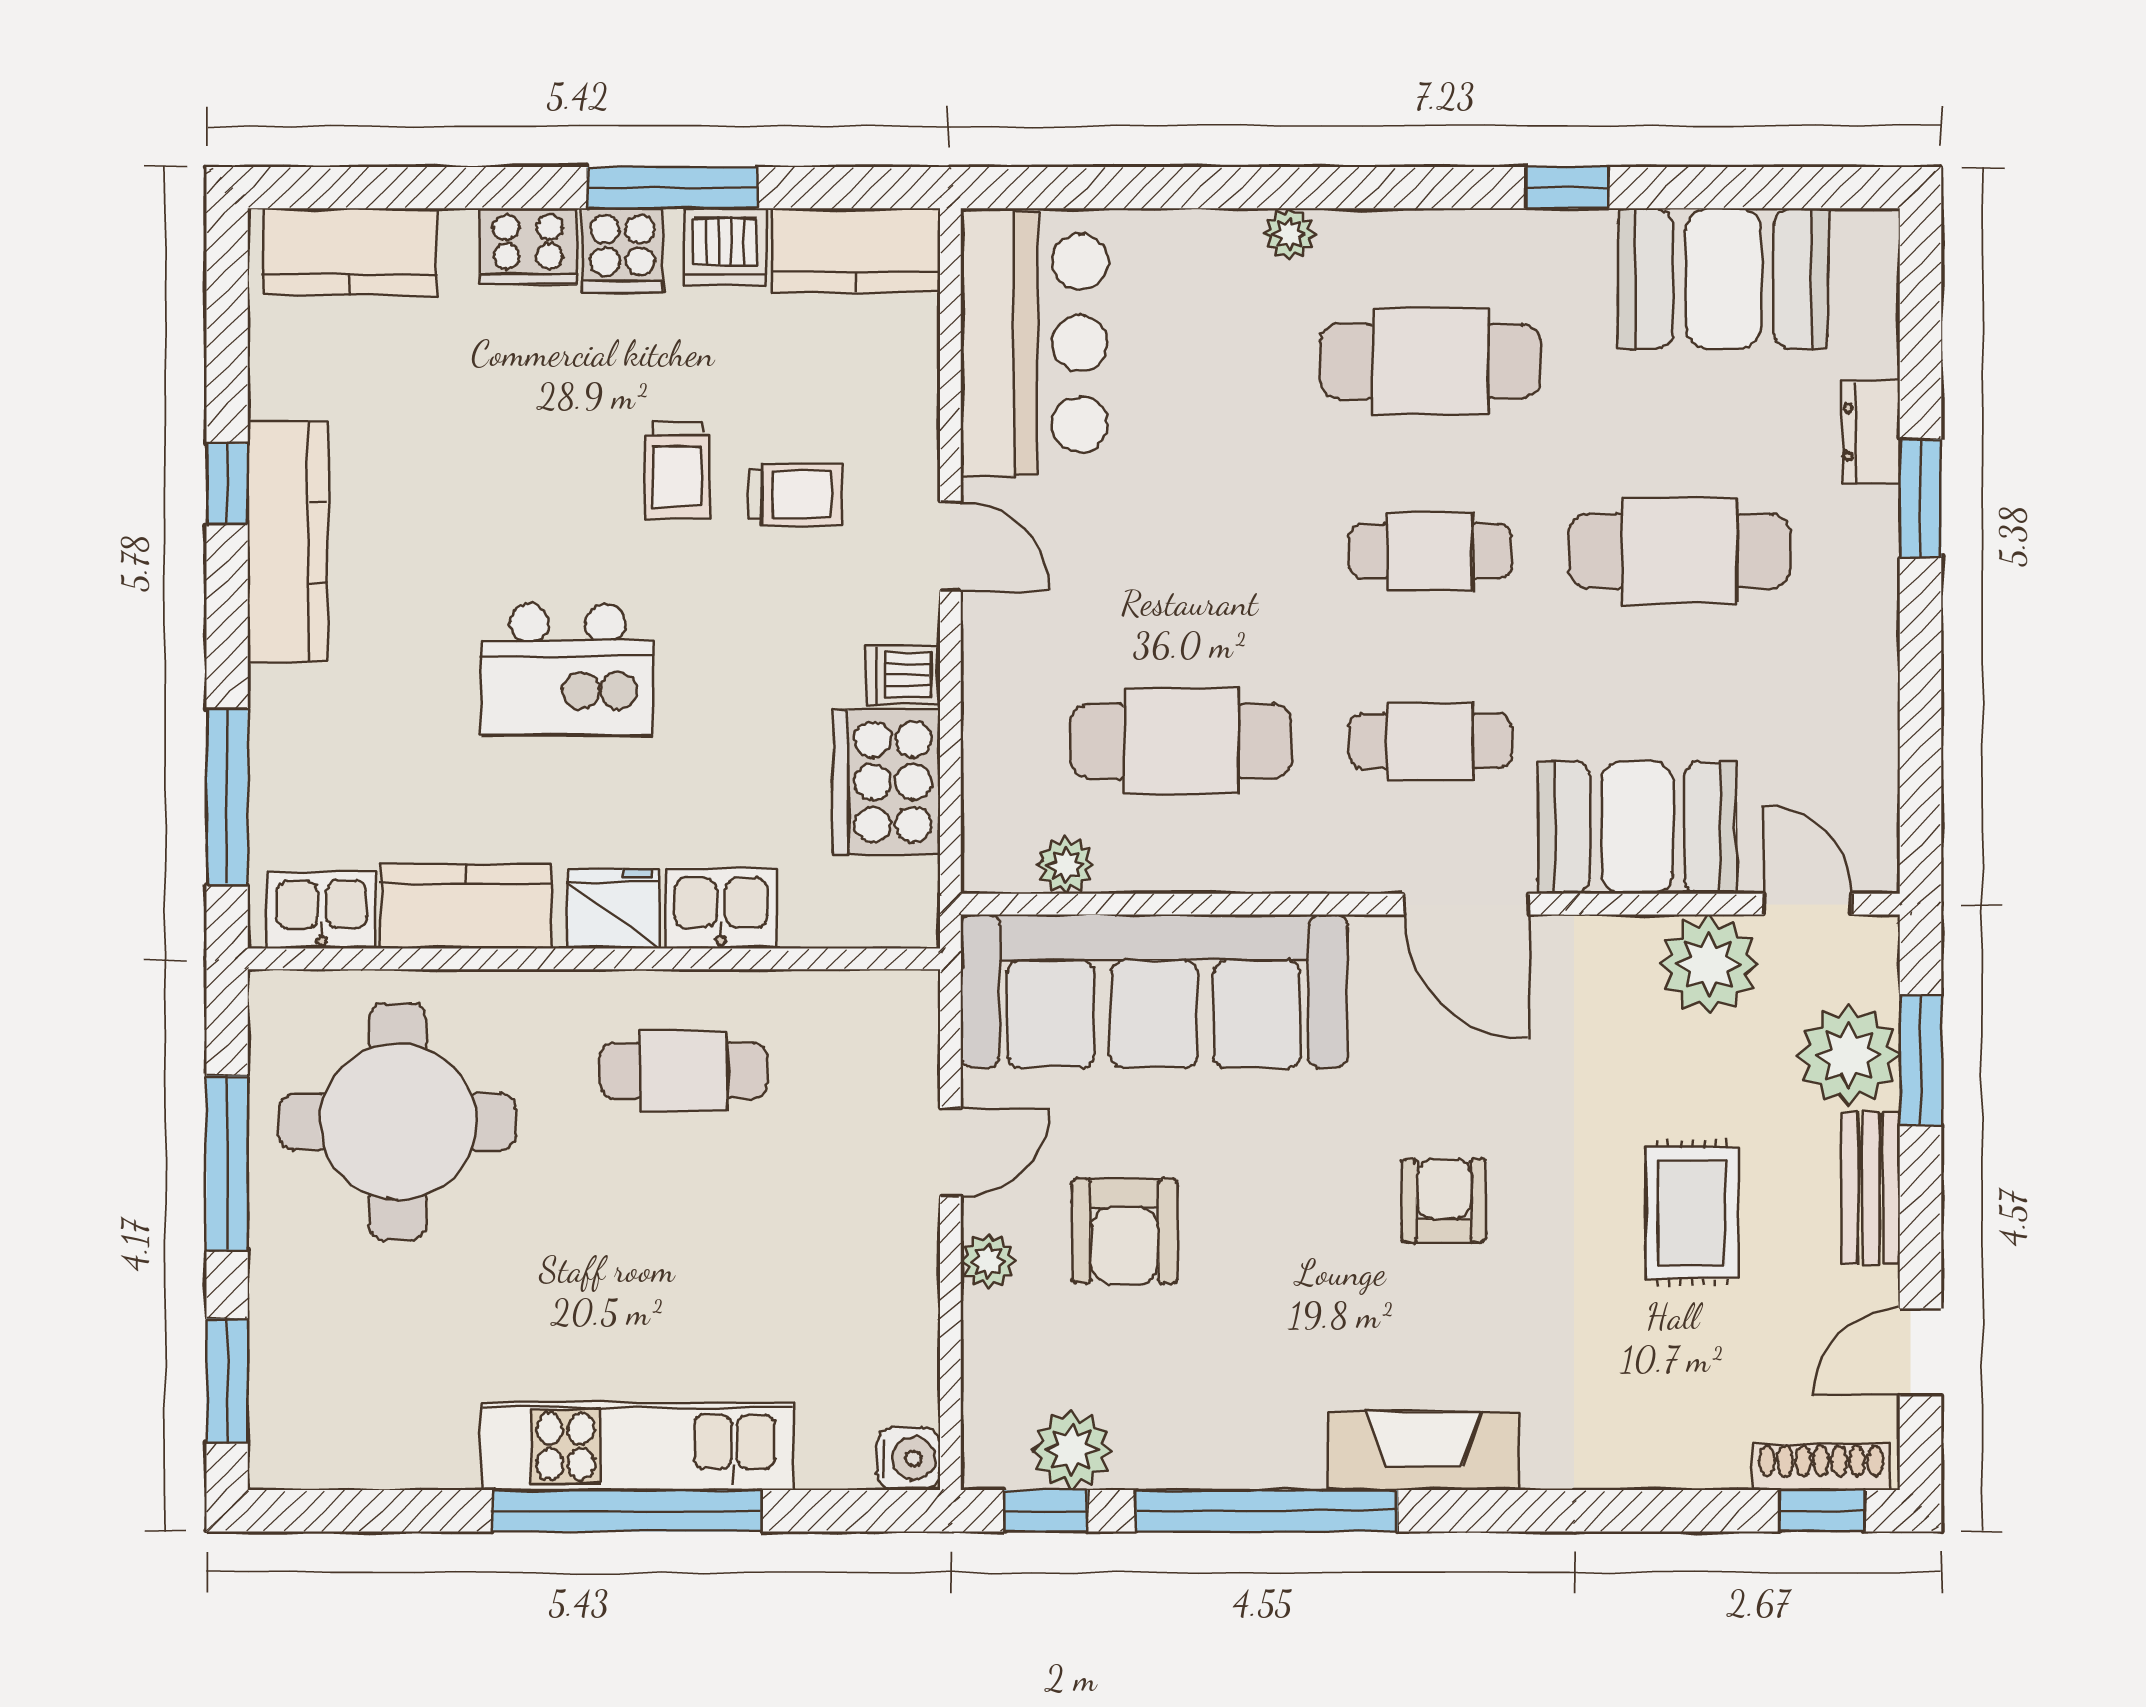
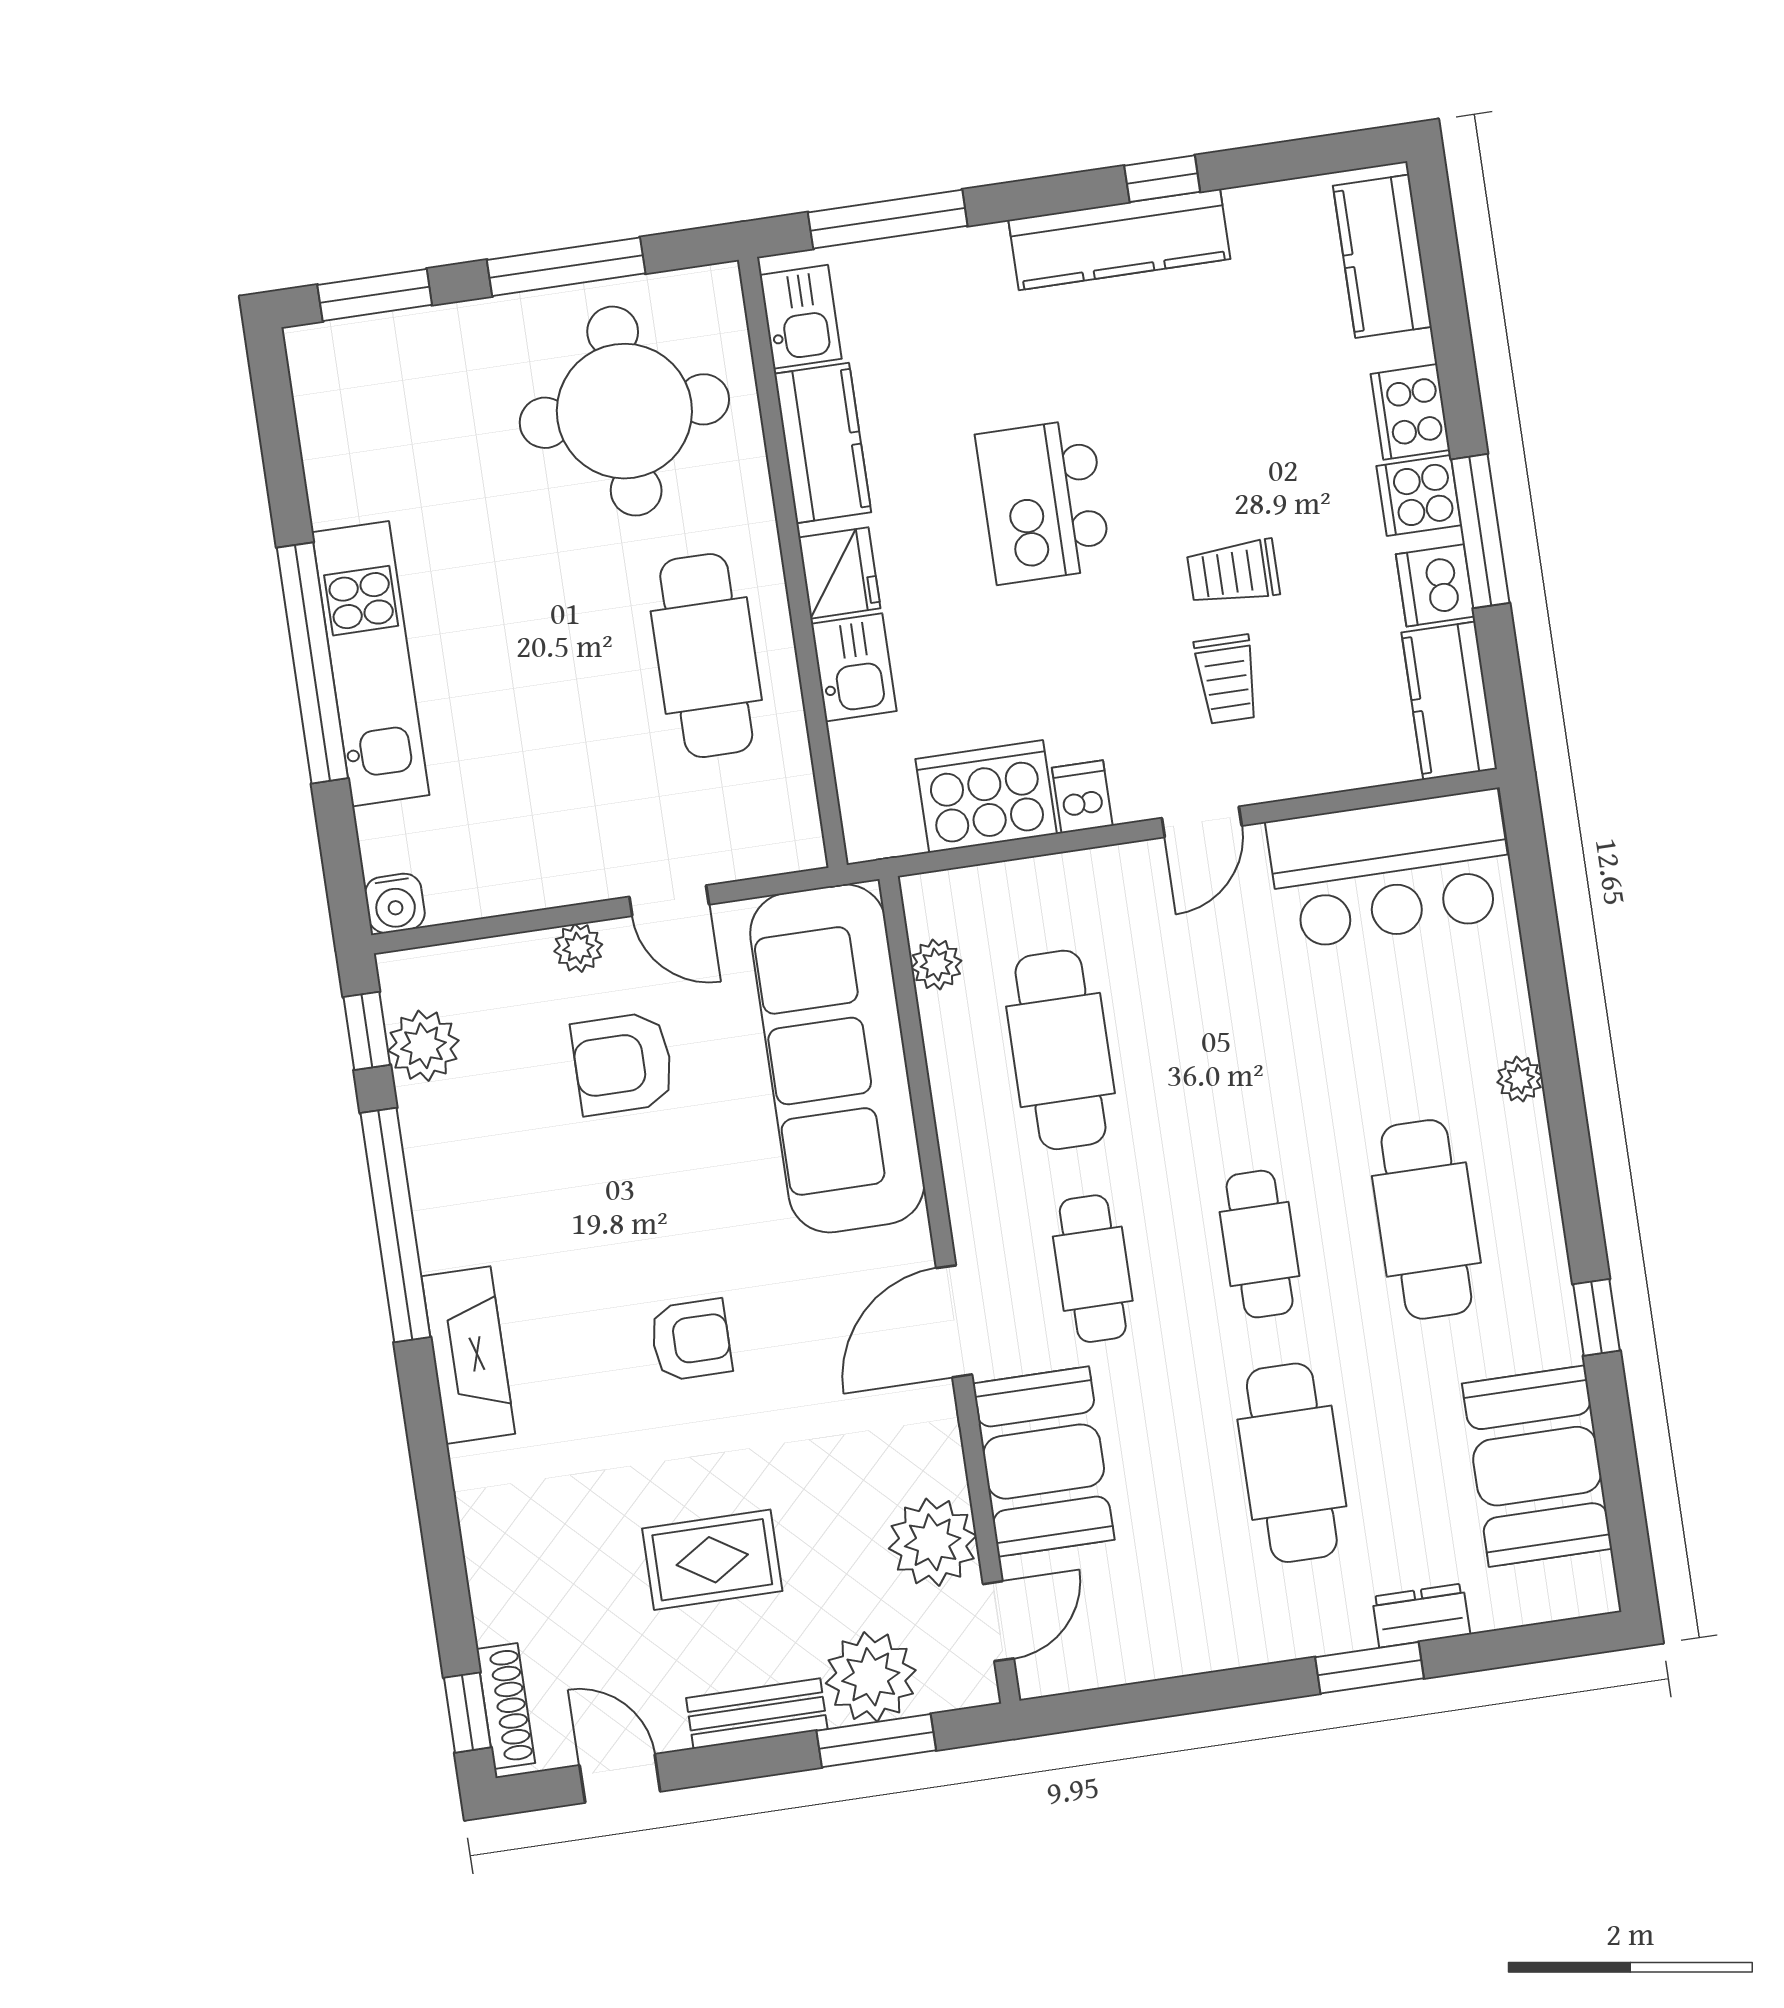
cafe table: (684, 1071) -> (706, 656), width x1.37, depth x1.35

